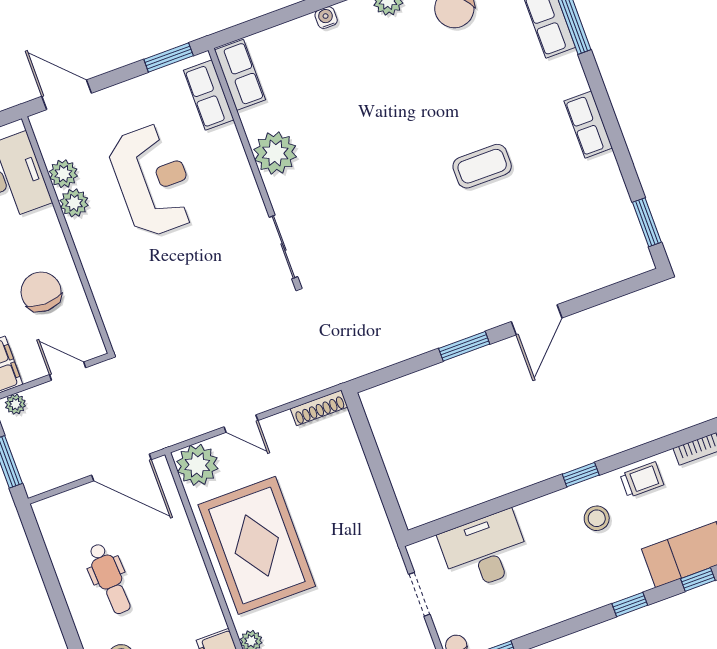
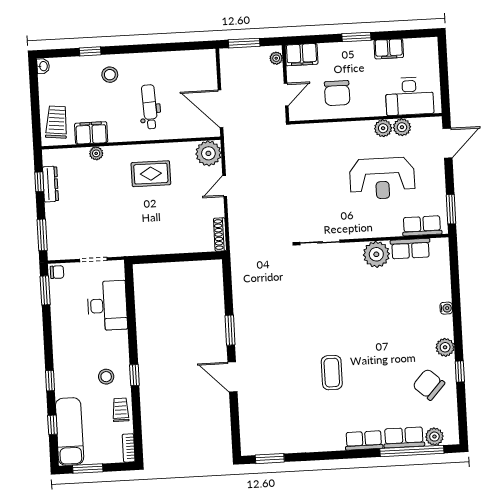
row of seats: (240, 75) -> (410, 249), moved
row of seats: (588, 125) -> (364, 440), moved
chair: (41, 292) -> (337, 93), turned 90
door: (121, 467) -> (220, 109), hinge flipped
trolley: (642, 480) -> (121, 410), turned 180
rug: (257, 545) -> (151, 174), width x0.54, depth x0.49
dental chair: (110, 579) -> (150, 107), moved, turned 90

